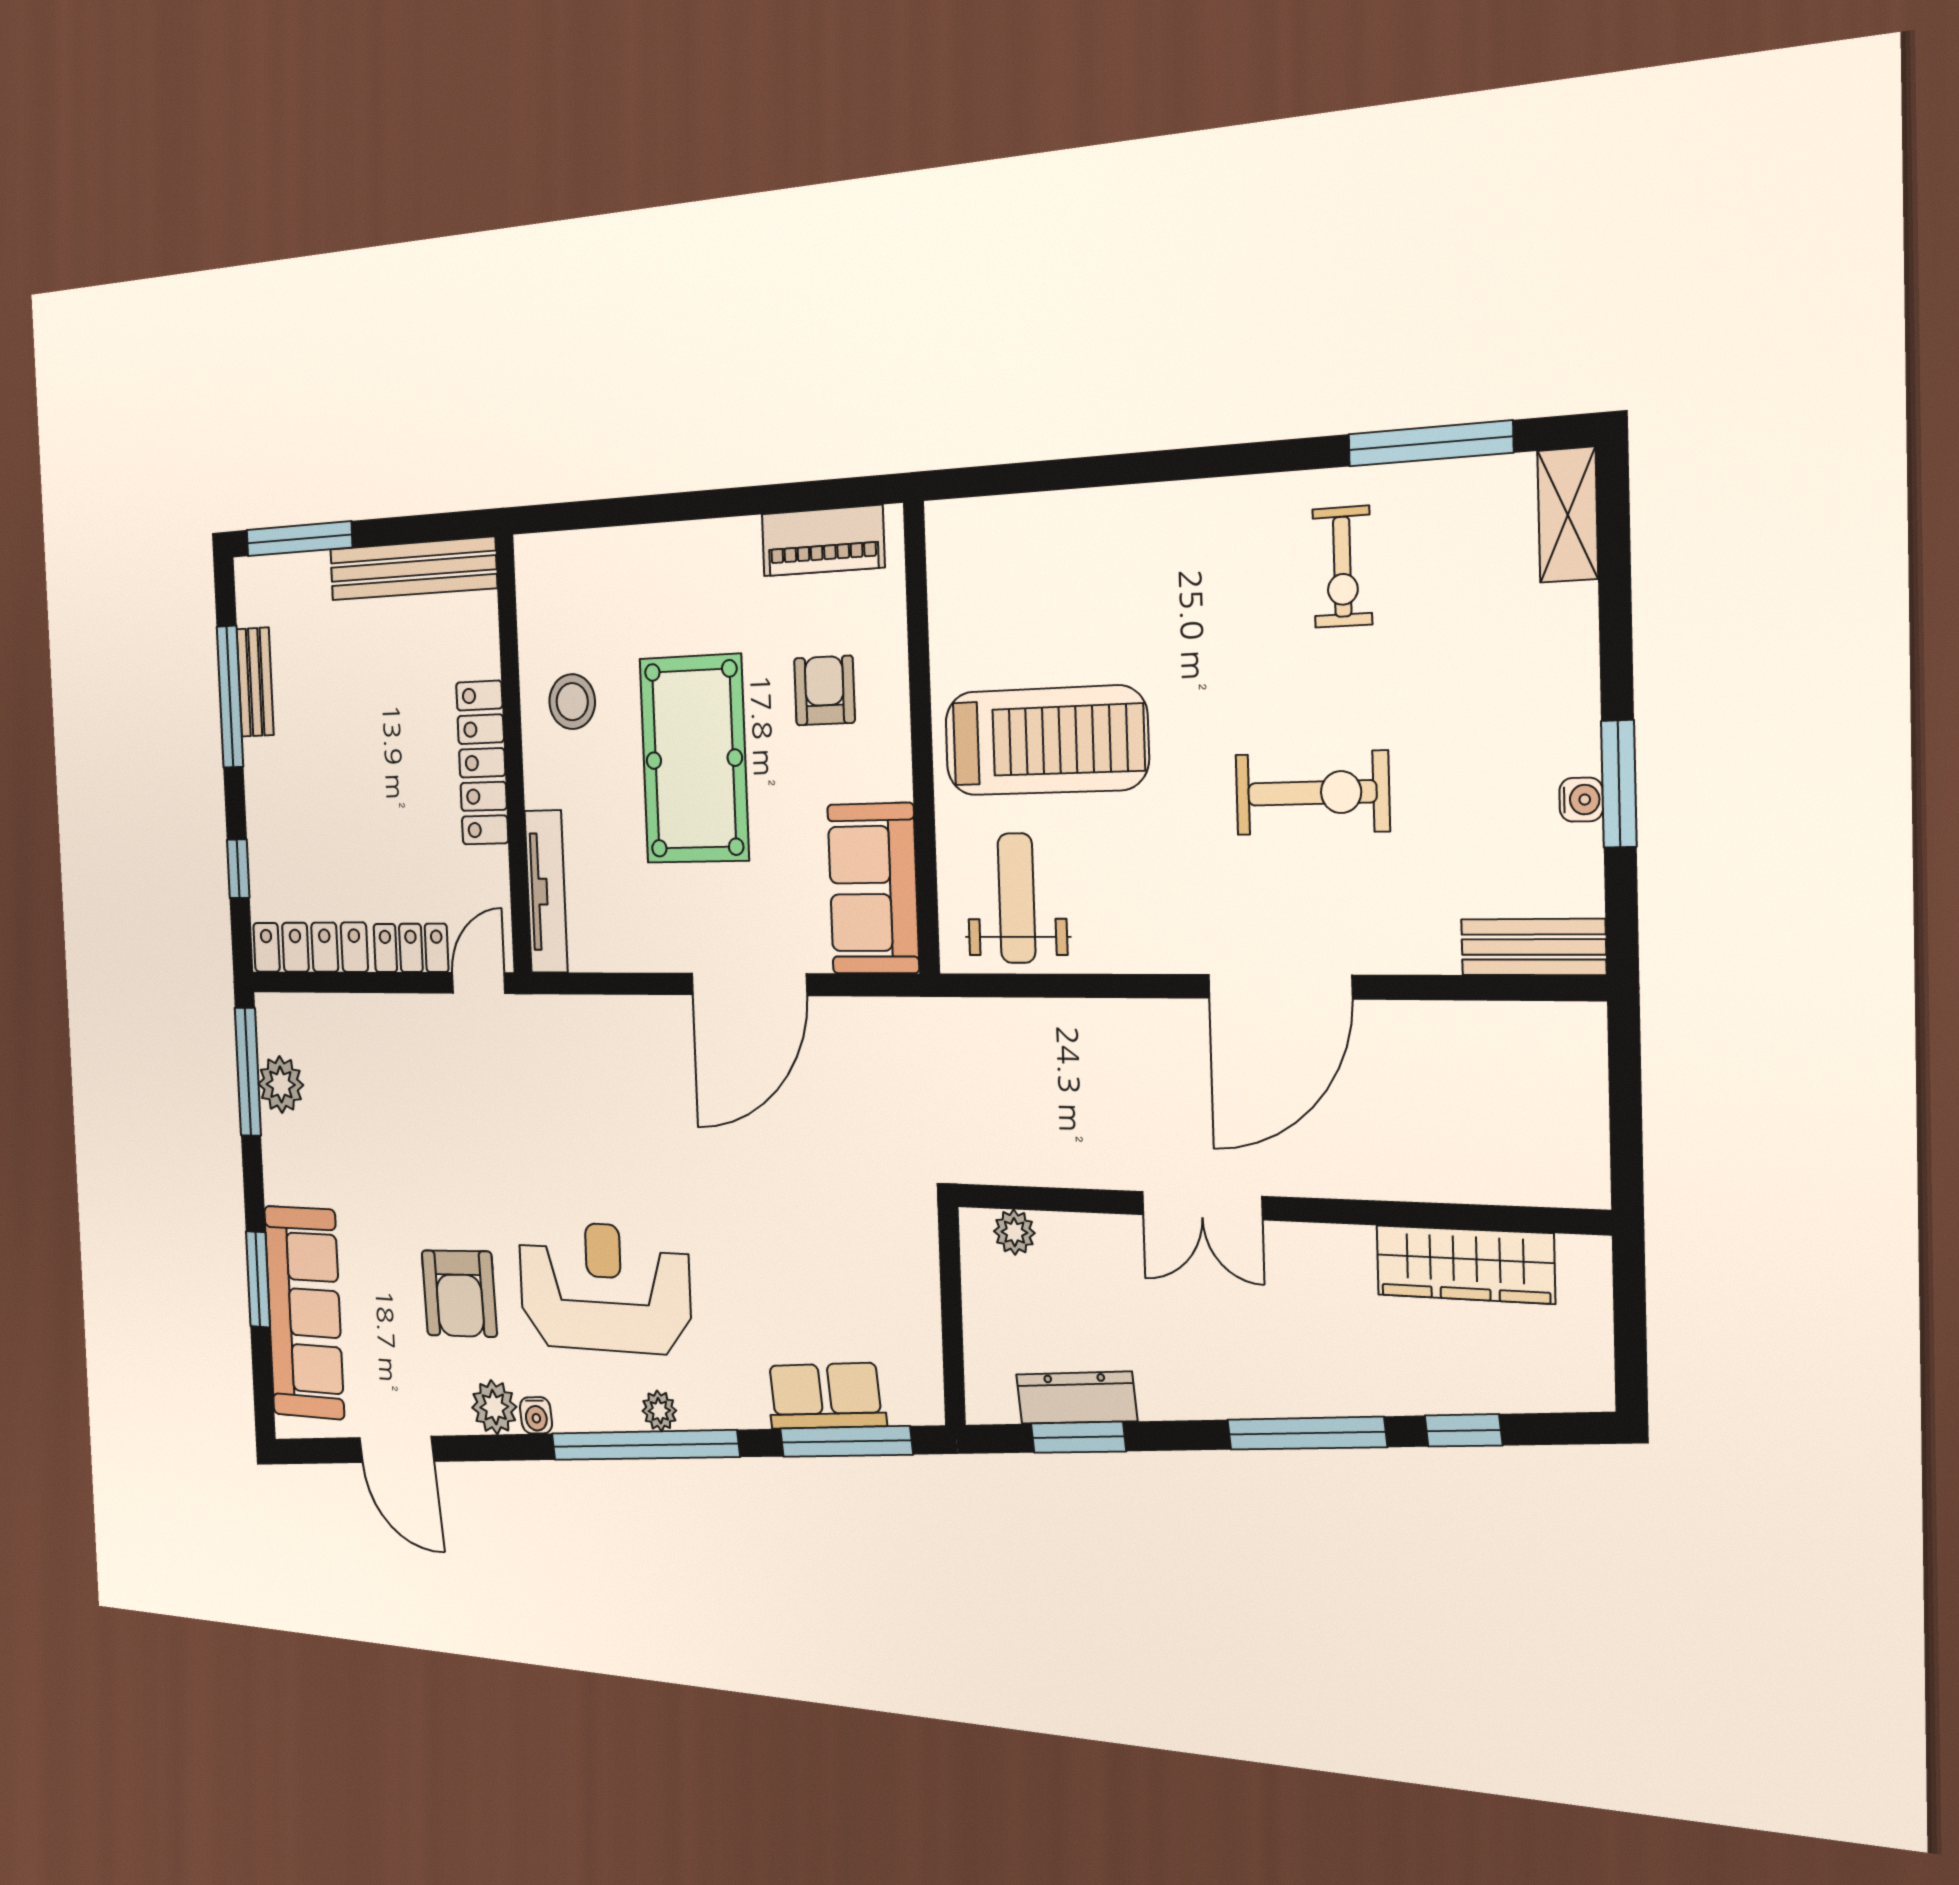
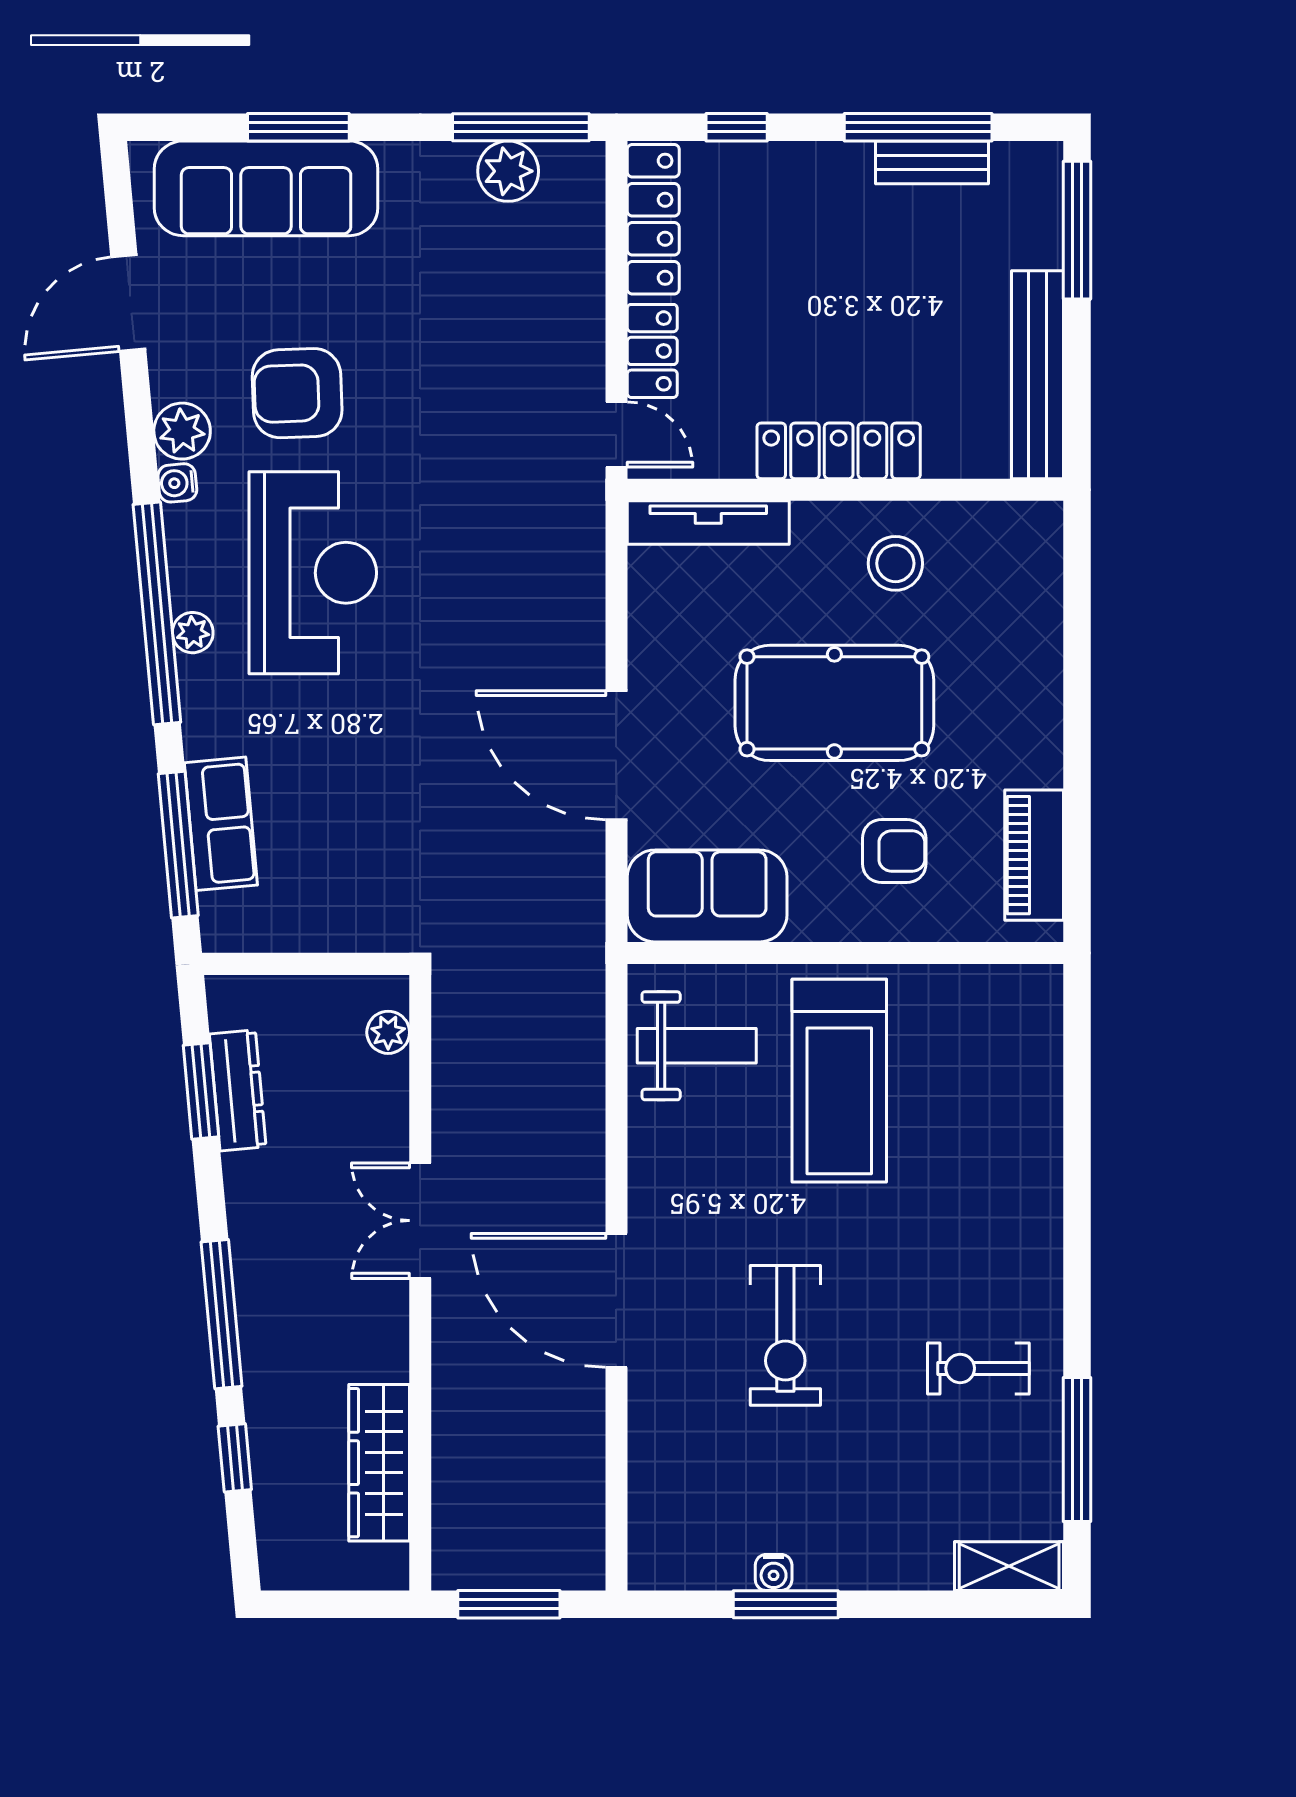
bench: (1533, 947) -> (651, 1529), removed
window: (1626, 1117) -> (509, 1604), added

